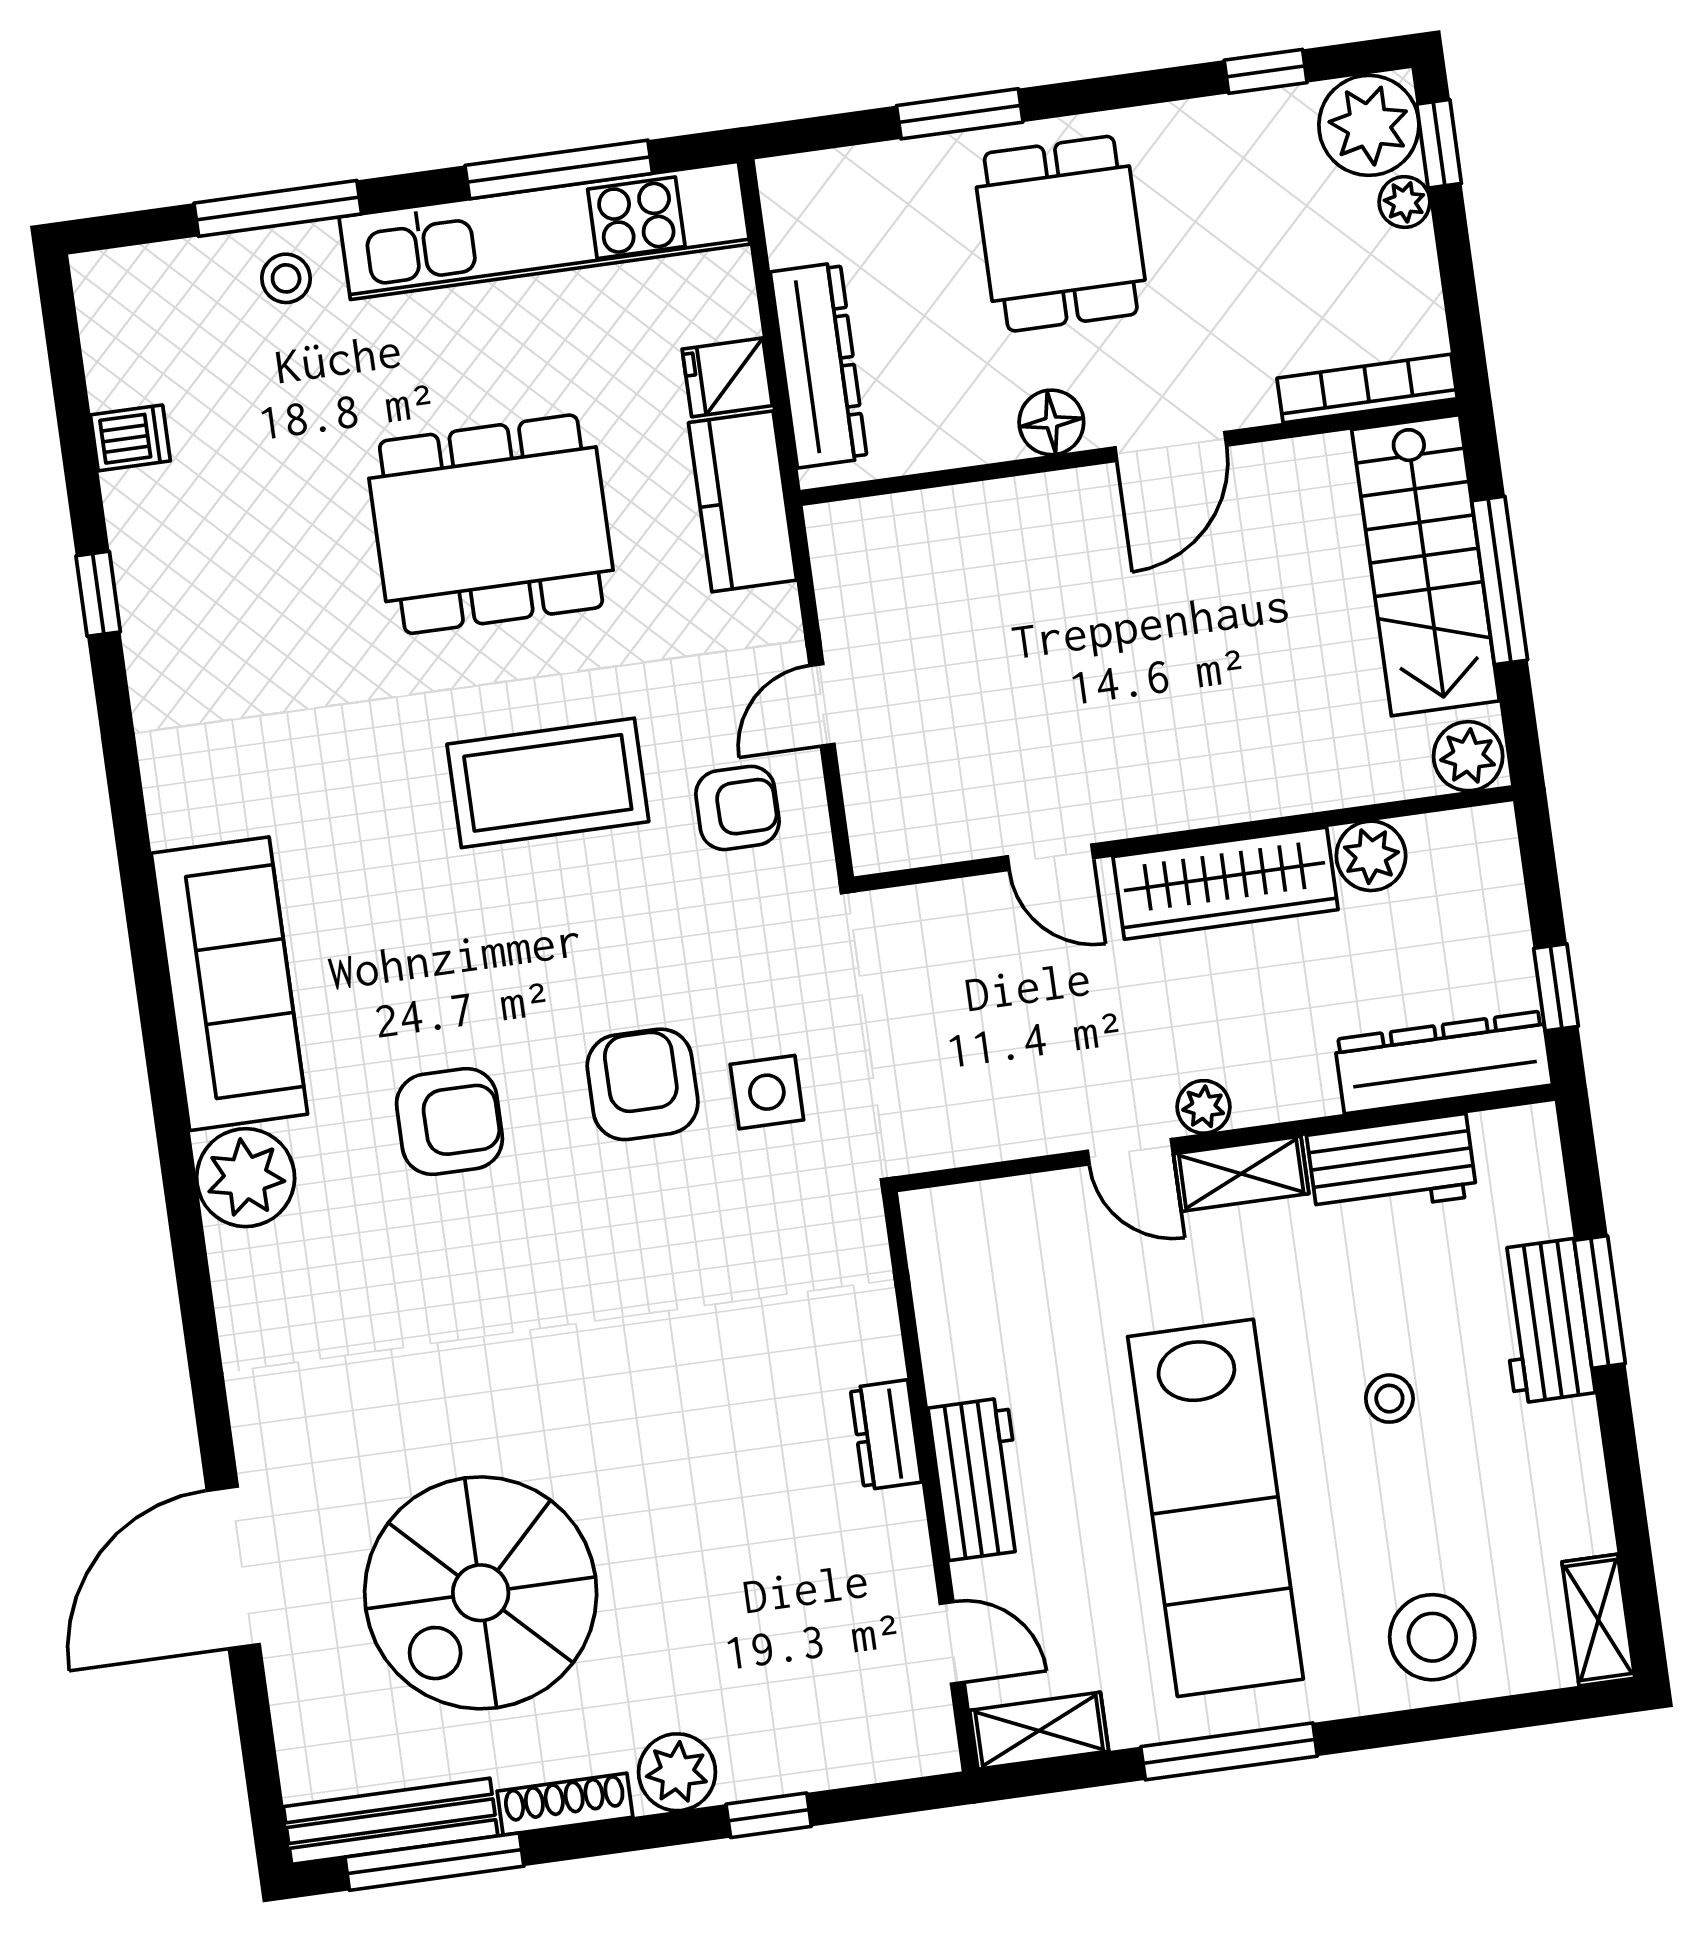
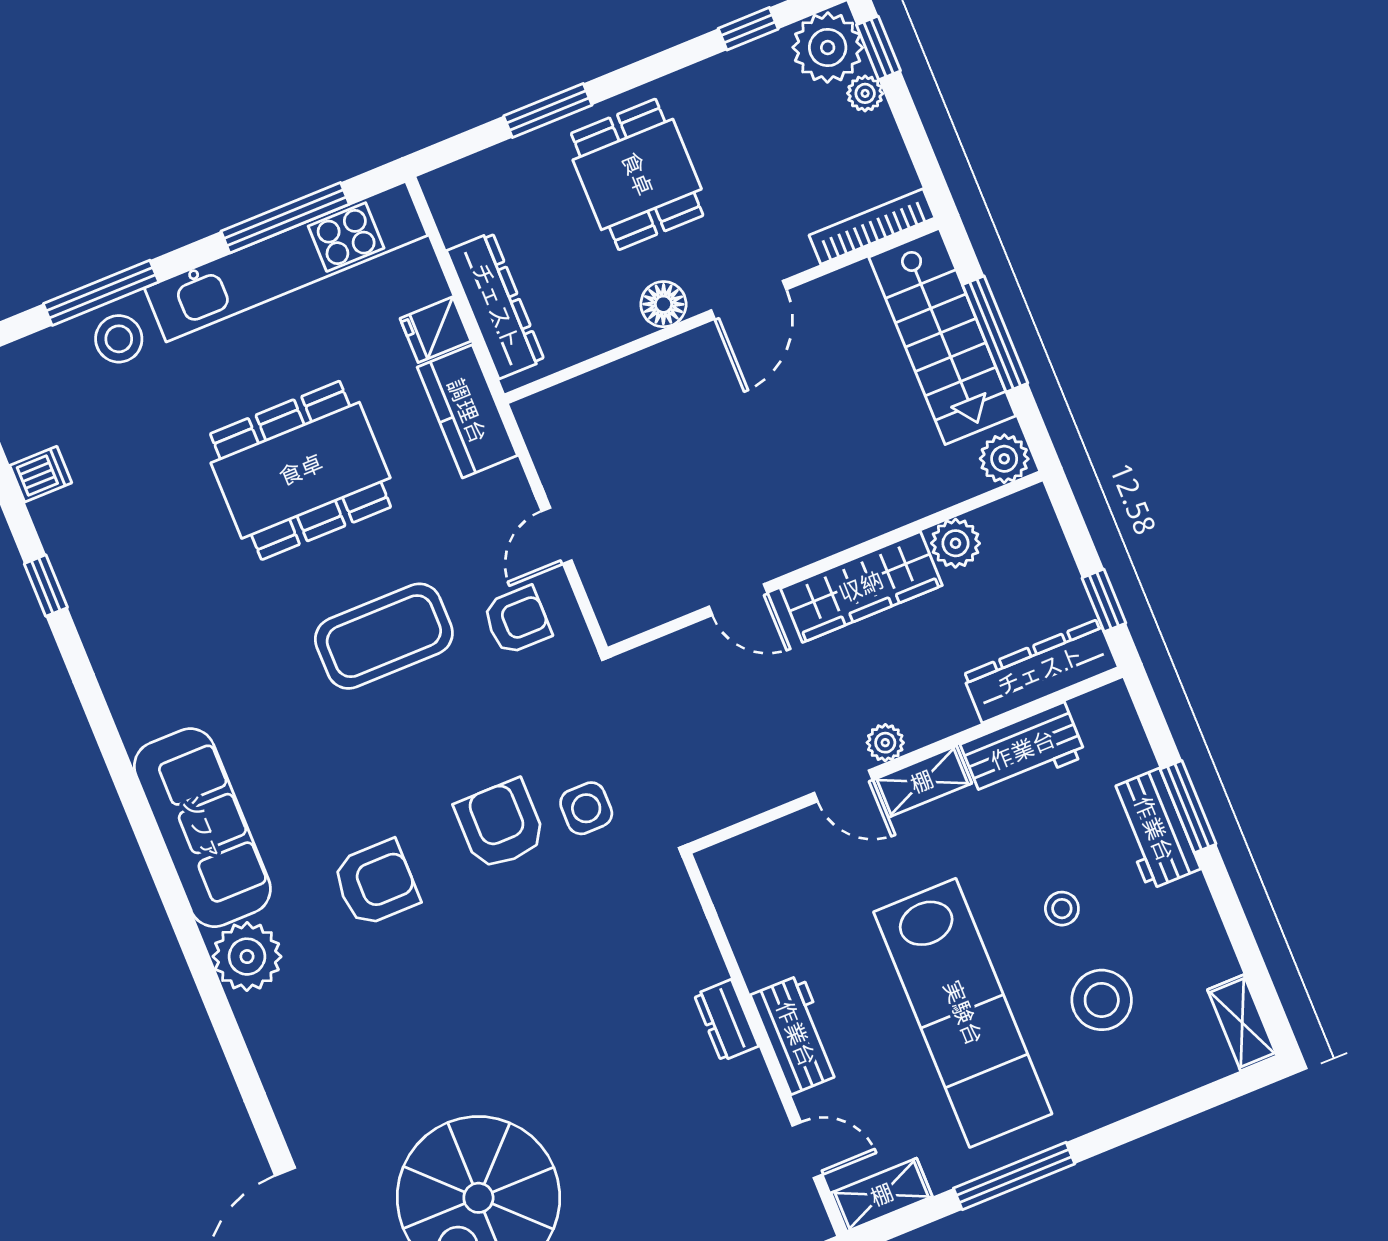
stool: (286, 278) -> (119, 339), width x1.37, depth x1.37
stool: (1432, 1637) -> (1102, 1000), moved

